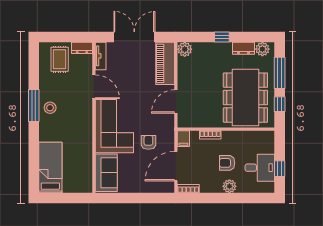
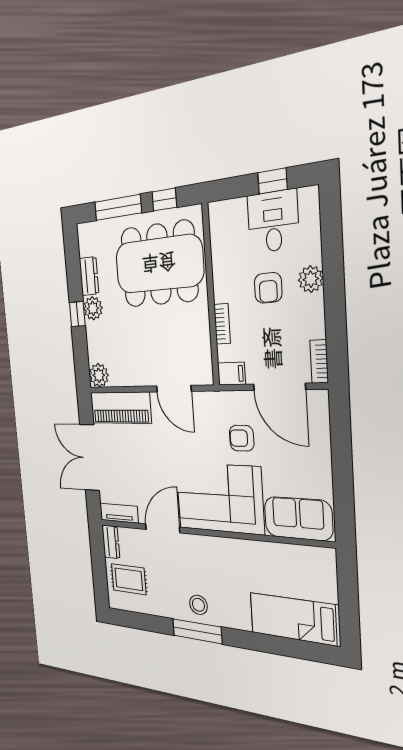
plant: (262, 49) -> (93, 308), moved

